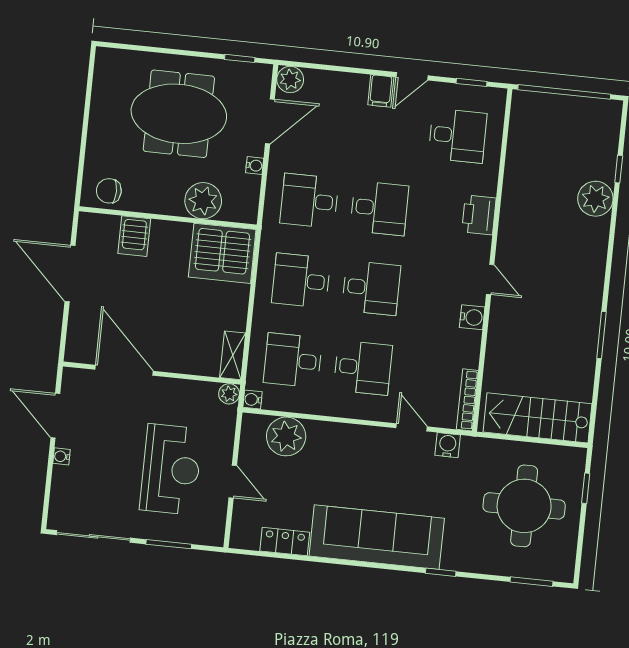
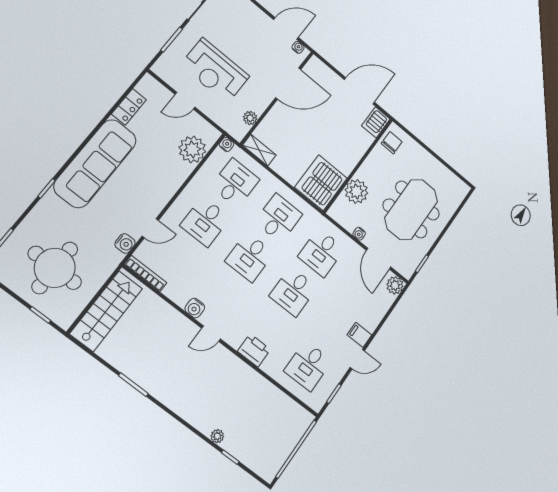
door: (412, 76) -> (357, 359), swing flipped
plant: (595, 199) -> (217, 436), width x0.53, depth x0.53
desk: (309, 201) -> (321, 253), turned 180
server rack: (134, 236) -> (376, 122), moved, turned -90
plant: (229, 394) -> (250, 118), moved
water cooler: (61, 456) -> (298, 47), moved

